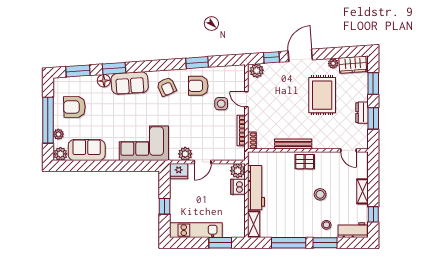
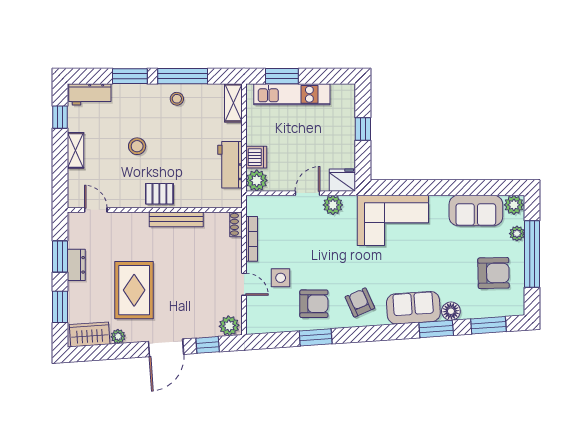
workbench: (256, 188) -> (230, 165), width x0.73
stool: (326, 225) -> (177, 99), moved
kitchen unit: (196, 230) -> (292, 94), moved

